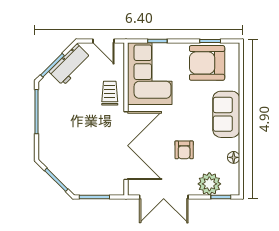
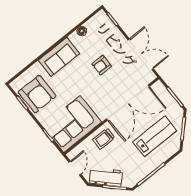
lab bench: (71, 146) -> (155, 136), added
double door: (126, 146) -> (128, 103), swing flipped
armchair: (184, 150) -> (102, 65), turned 180
plant: (209, 184) -> (110, 33), removed

